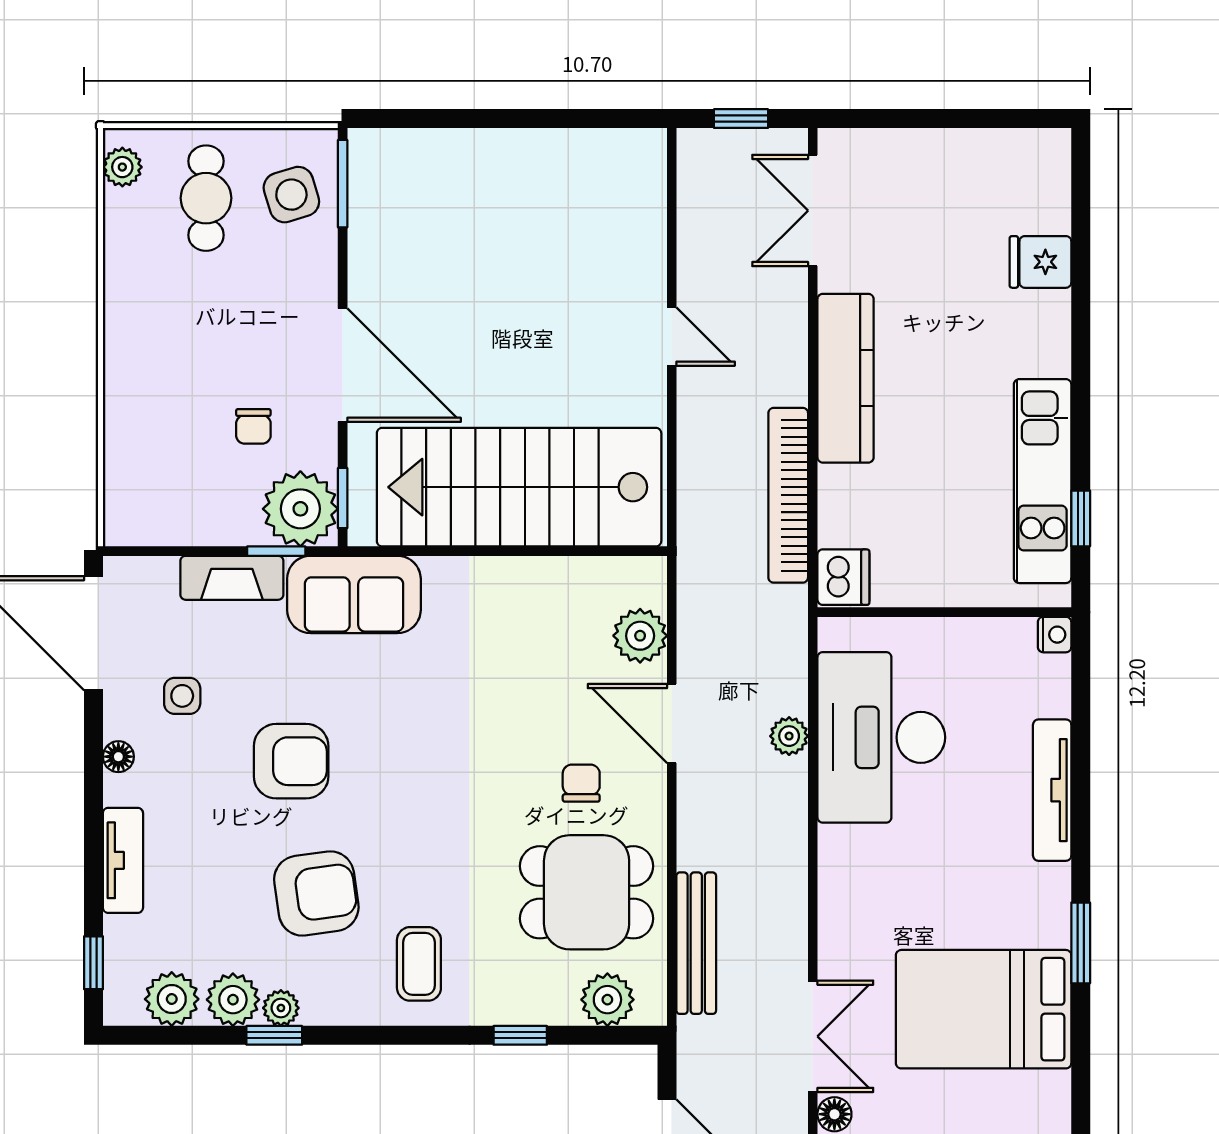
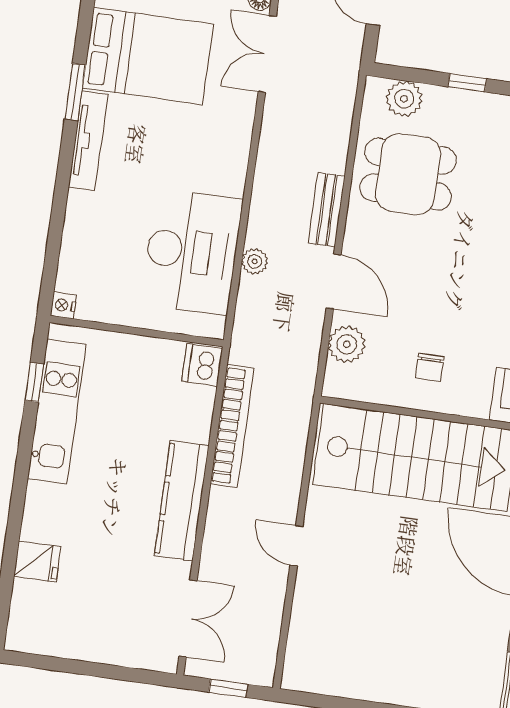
chair: (581, 783) -> (430, 367), moved
tv unit: (1052, 790) -> (88, 141), moved
bench: (696, 943) -> (327, 210), moved, width x0.73

